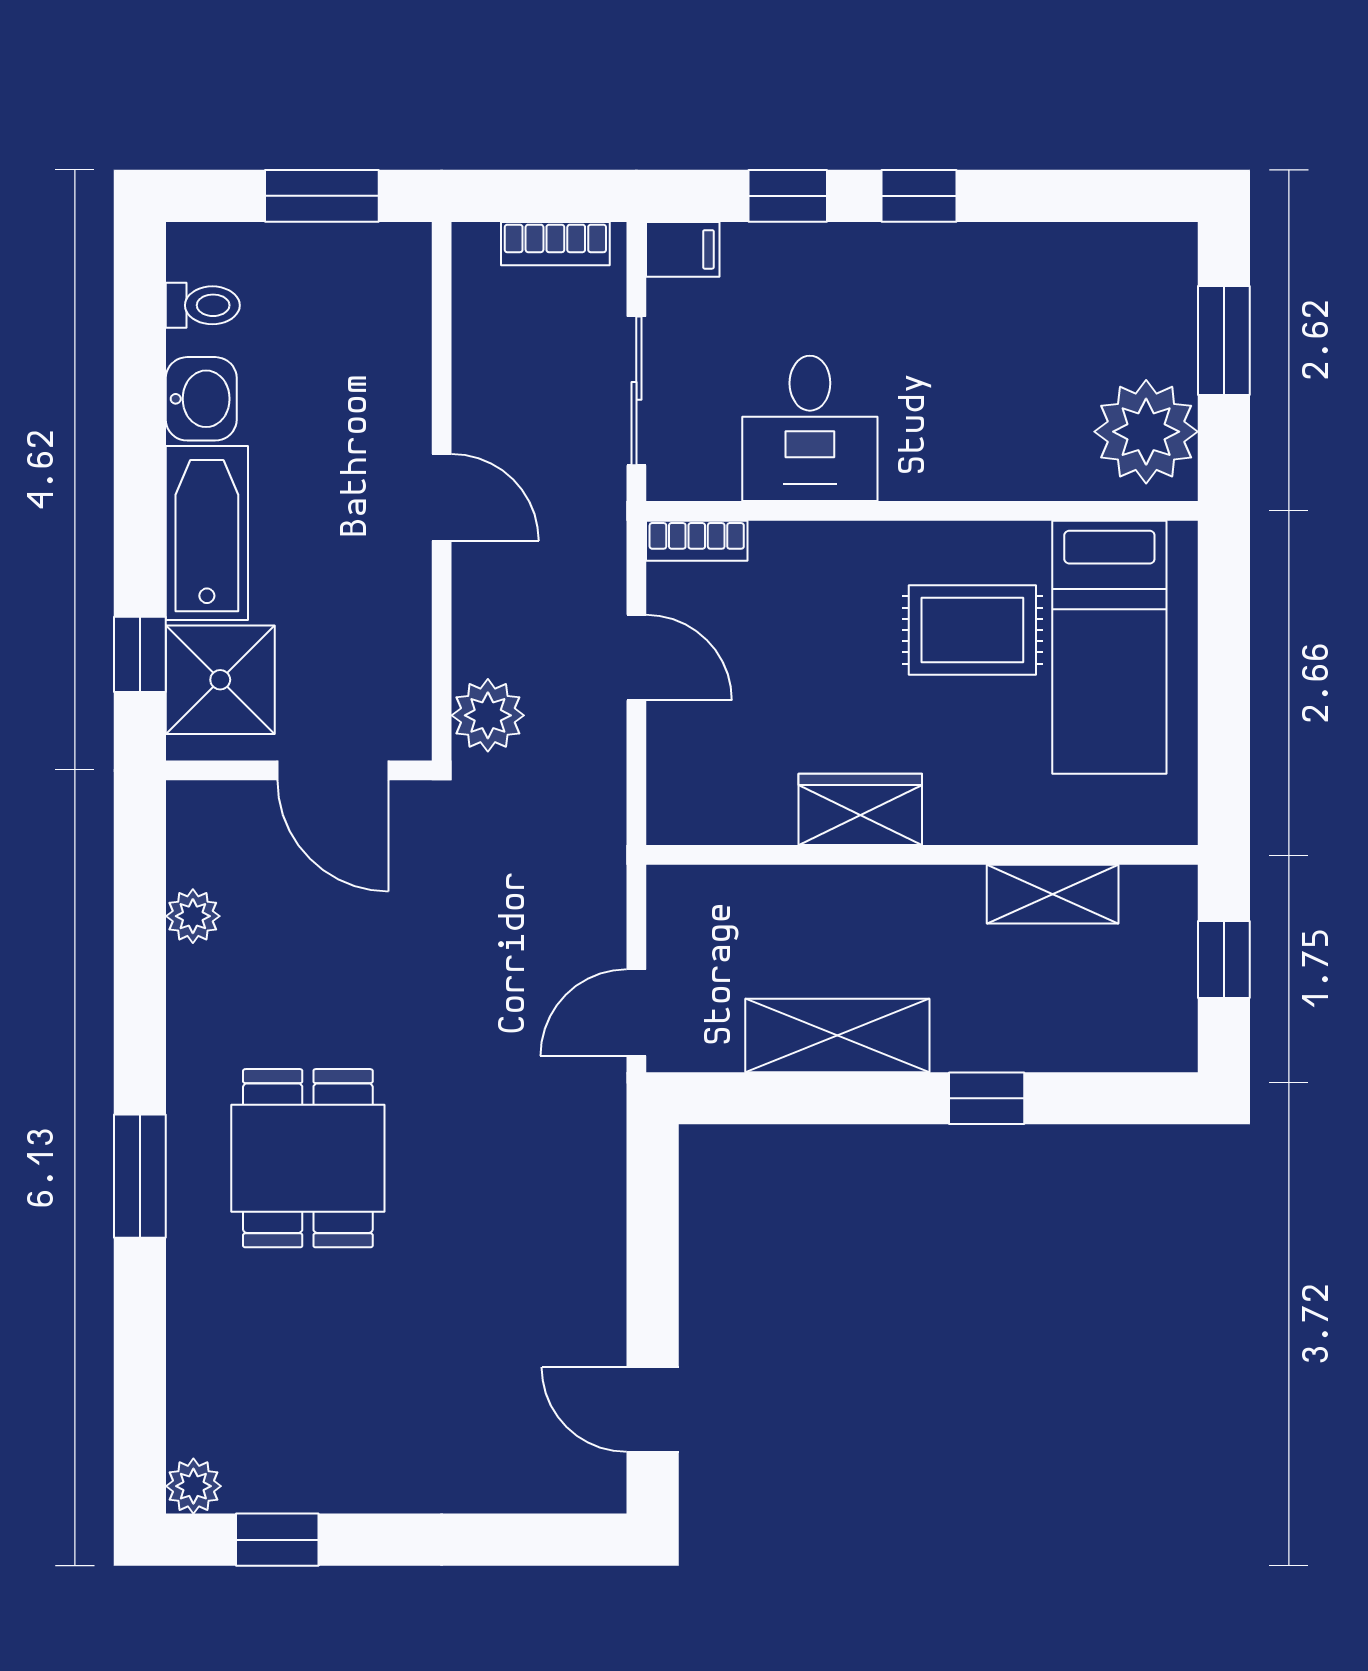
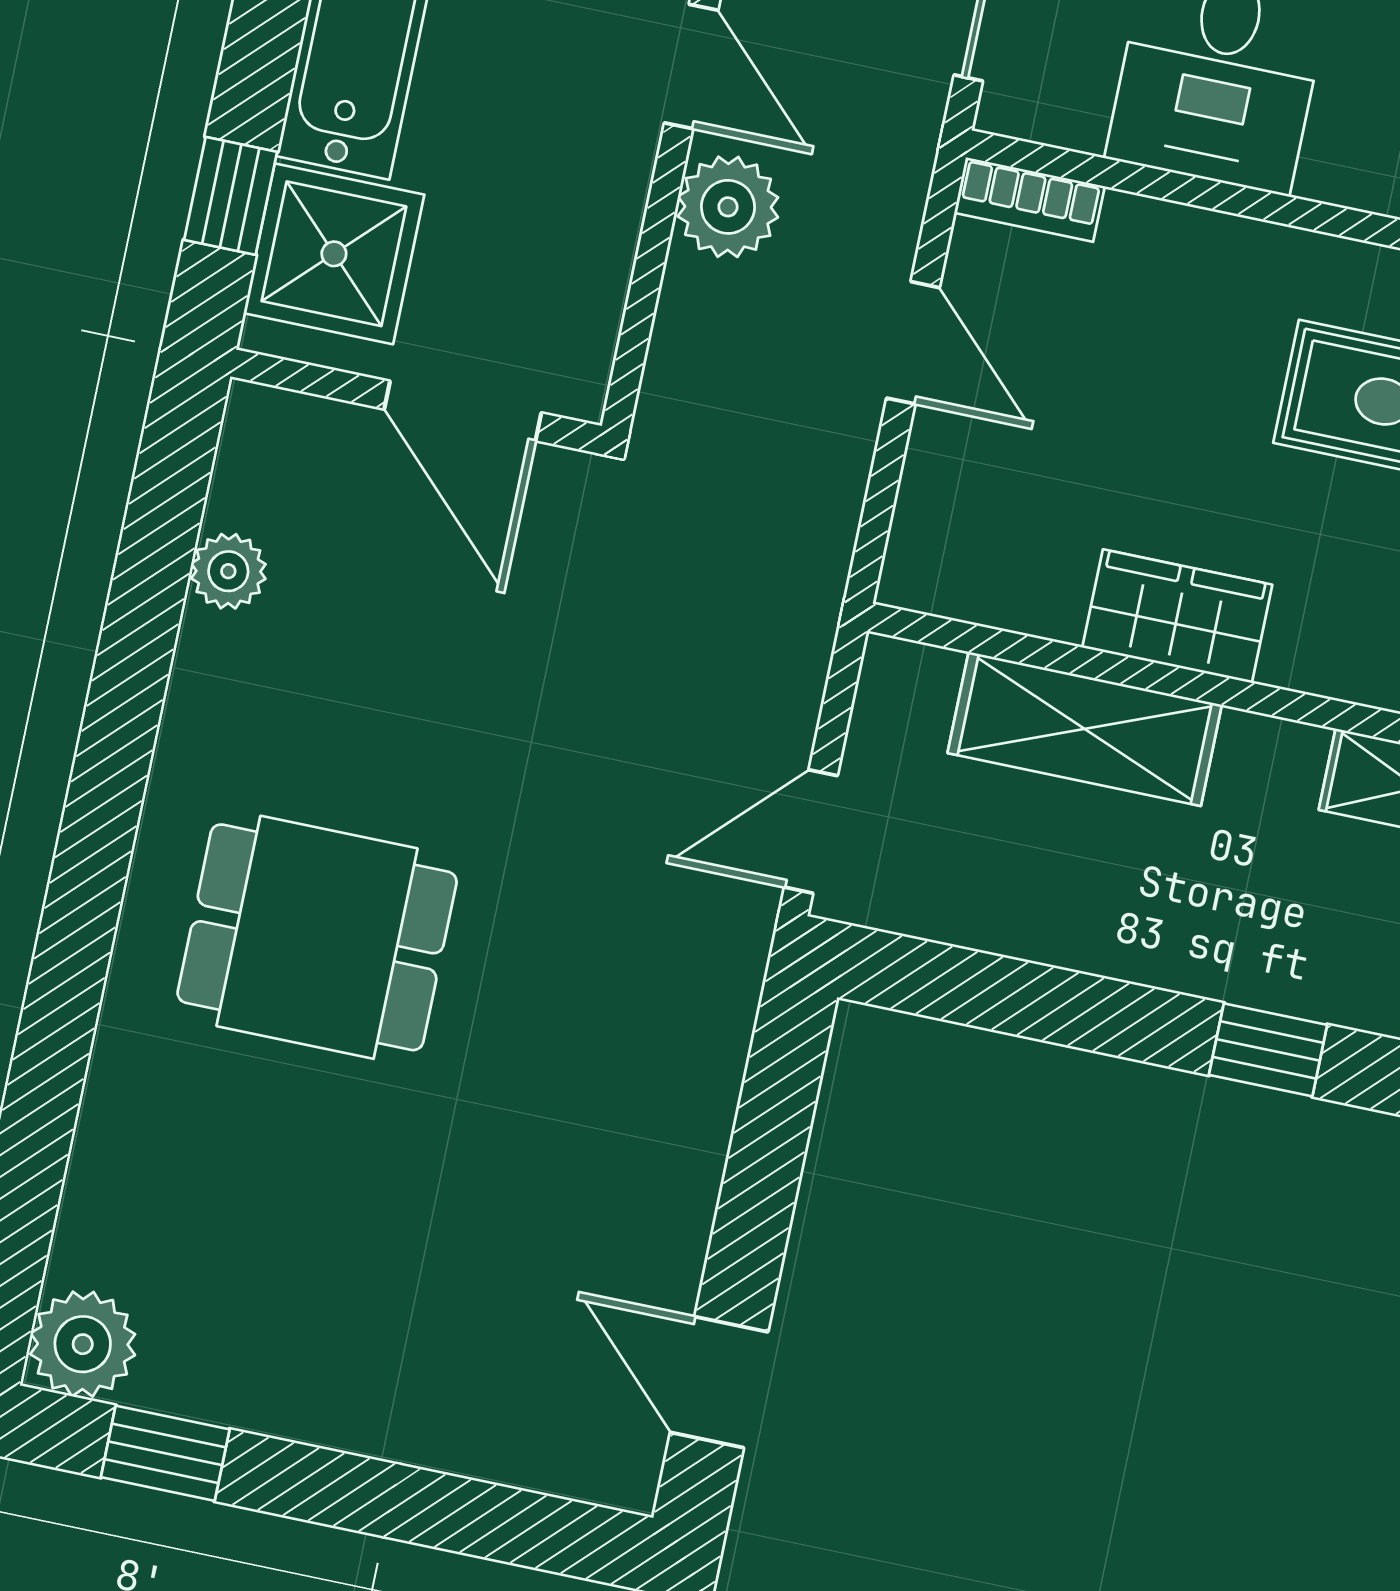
plant: (488, 715) -> (728, 207), moved
shelving: (837, 1035) -> (1085, 729), moved
dining table: (308, 1158) -> (317, 937), turned 90
window: (140, 1176) -> (81, 914), removed
plant: (193, 1486) -> (83, 1344), width x1.38, depth x1.38

